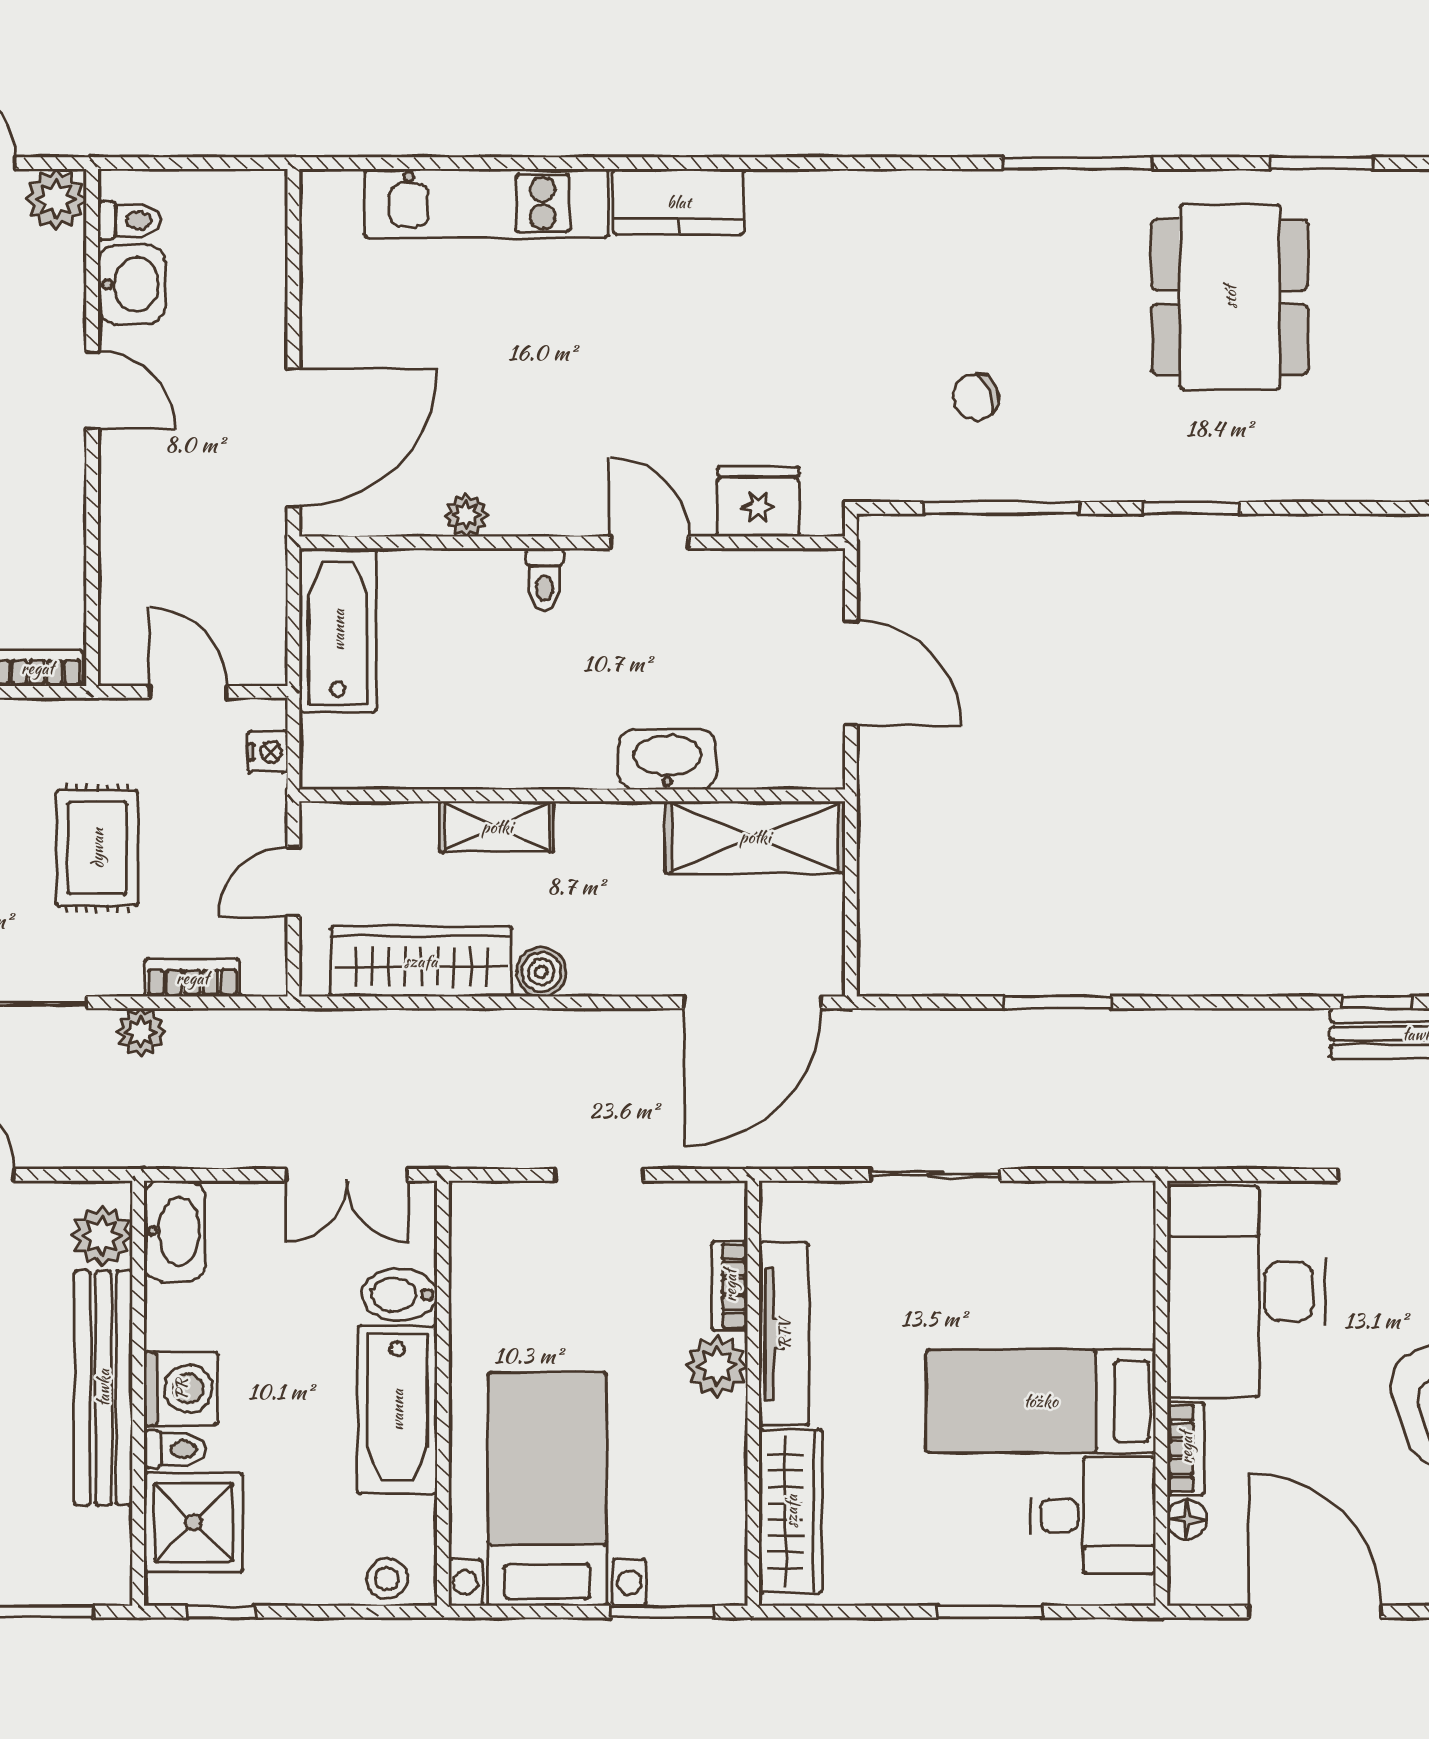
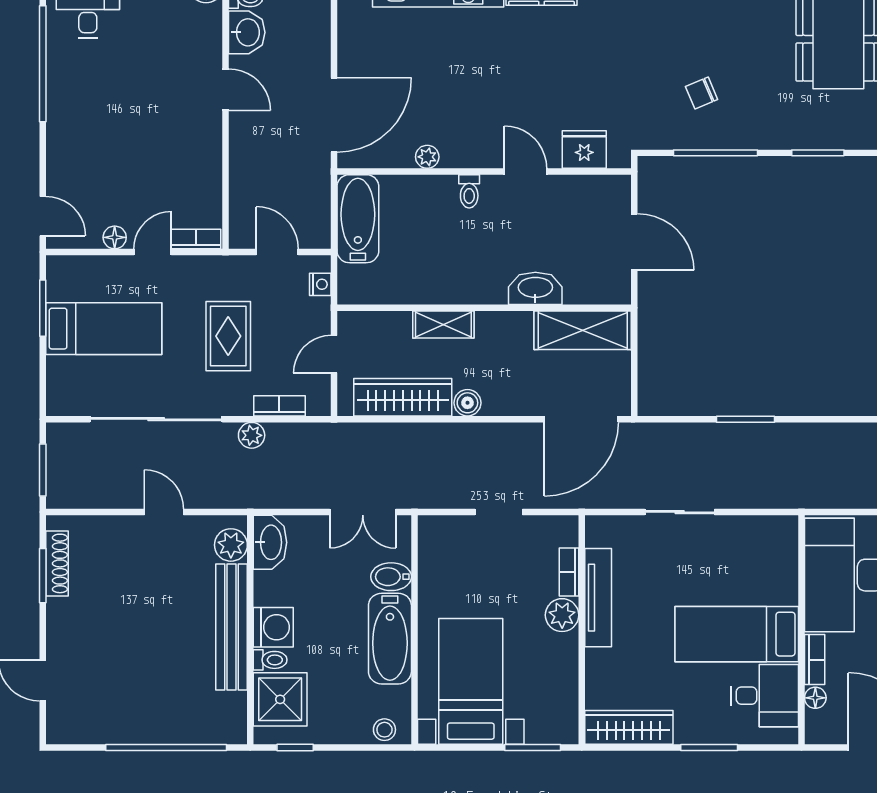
wardrobe: (791, 1511) -> (629, 727), moved, turned -90

